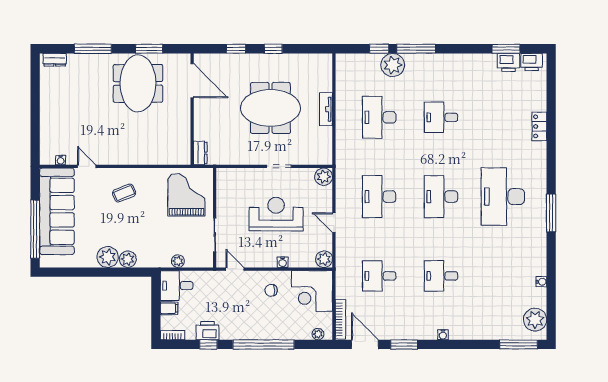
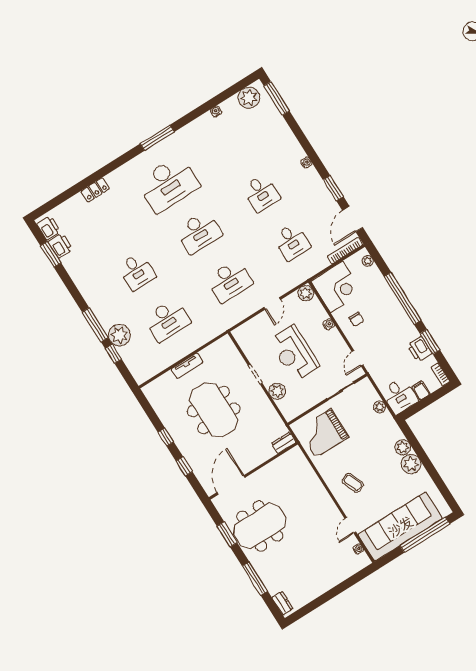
plant: (324, 177) -> (277, 391), moved
window: (208, 344) -> (430, 342), width x1.50

